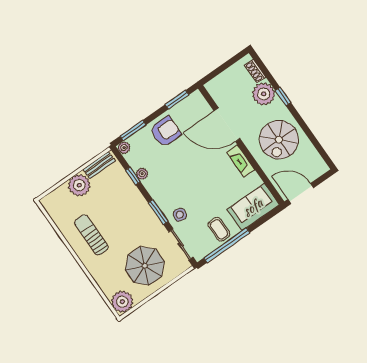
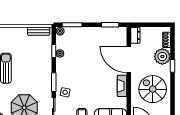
dresser: (215, 91) -> (135, 35), added
armchair: (166, 132) -> (90, 39), removed
spiral stairs: (279, 140) -> (153, 89), turned 90
plant: (79, 185) -> (19, 35), removed

